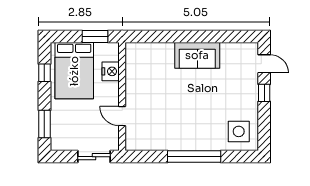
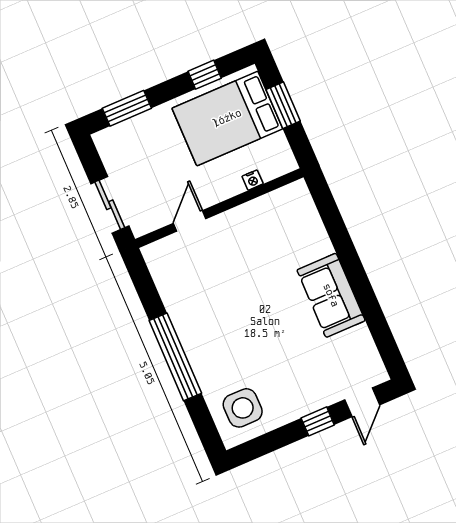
window: (95, 36) -> (283, 105), moved
nightstand: (111, 71) -> (253, 180), width x0.53, depth x0.56

